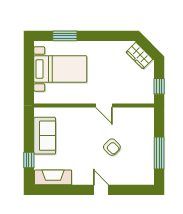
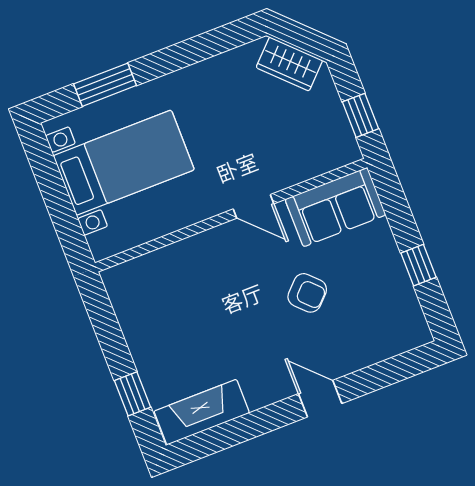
sofa: (45, 136) -> (335, 207), moved, turned 90
window: (159, 153) -> (419, 265), width x0.46

